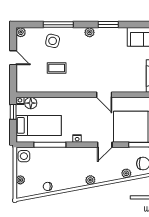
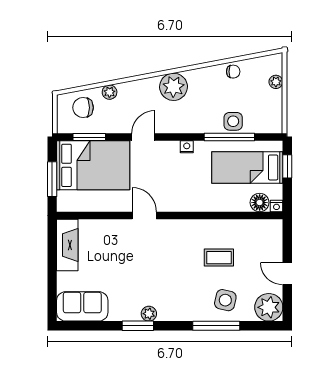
plant: (21, 32) -> (269, 307), width x1.88, depth x1.88
plant: (90, 32) -> (149, 314), moved
window: (13, 112) -> (287, 166), moved
side table: (24, 156) -> (233, 121), moved
plant: (90, 180) -> (173, 87), width x1.87, depth x1.87

